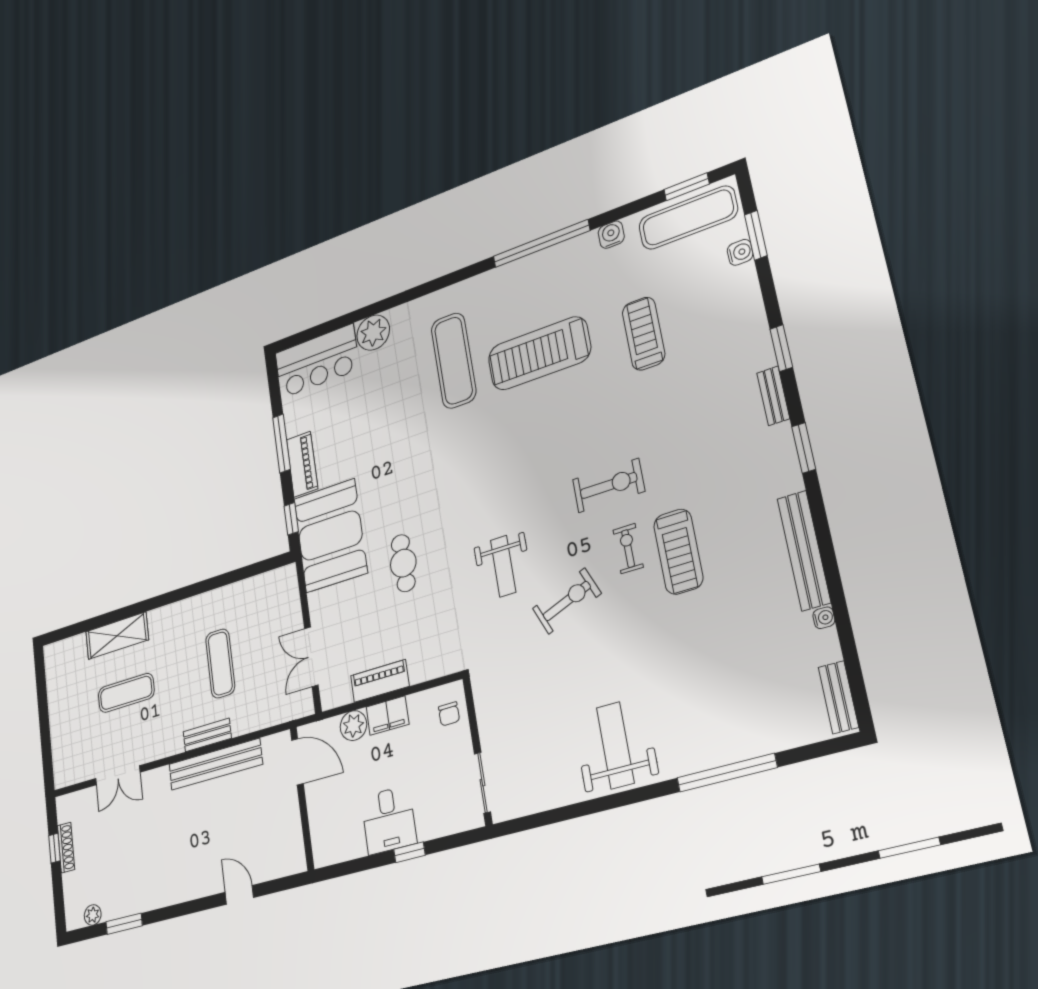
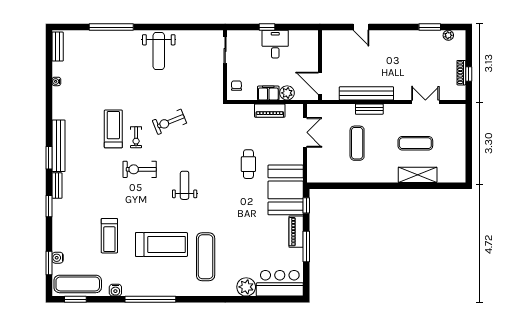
bench: (804, 550) -> (58, 146), moved
weight bench: (503, 566) -> (185, 185), moved

